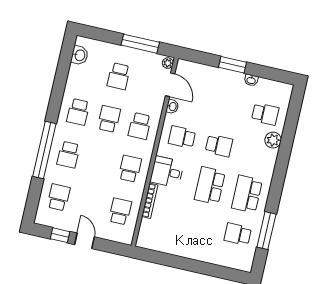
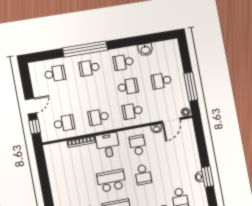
washbasin: (80, 55) -> (145, 50), moved
window: (233, 65) -> (208, 177), moved
school desk: (130, 169) -> (98, 117), turned 180
window: (60, 235) -> (35, 127), moved

